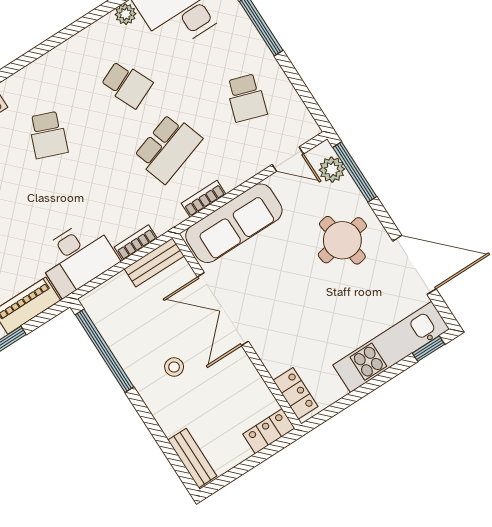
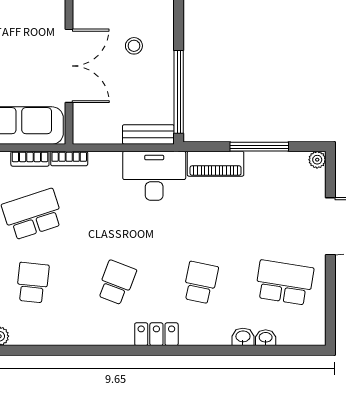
school desk: (127, 84) -> (33, 283), turned 30
bookcase: (136, 243) -> (69, 158), moved
bench: (154, 262) -> (148, 134), moved

